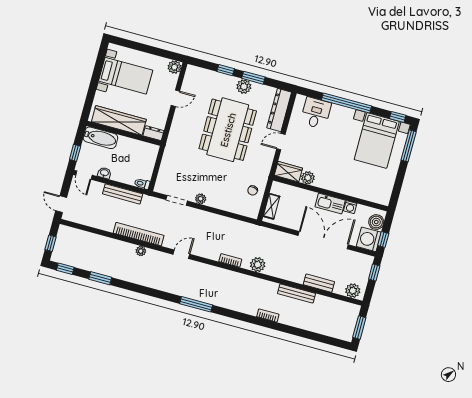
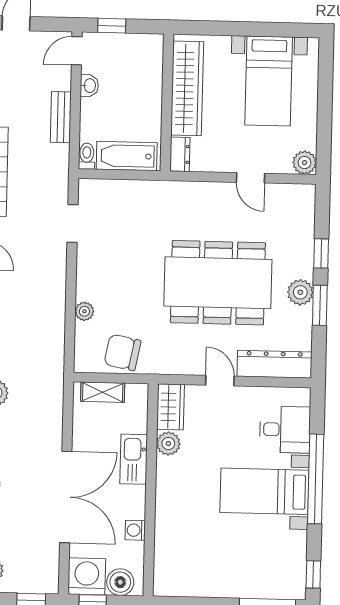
bathtub: (100, 138) -> (127, 156), moved, turned 90
bed with nightstands: (377, 140) -> (264, 491), moved, width x0.73
chair: (253, 190) -> (122, 352), width x1.87, depth x1.87
bench: (123, 194) -> (61, 117), width x0.73
plant: (201, 199) -> (84, 311), moved
kitchen sink: (330, 204) -> (134, 459), moved

